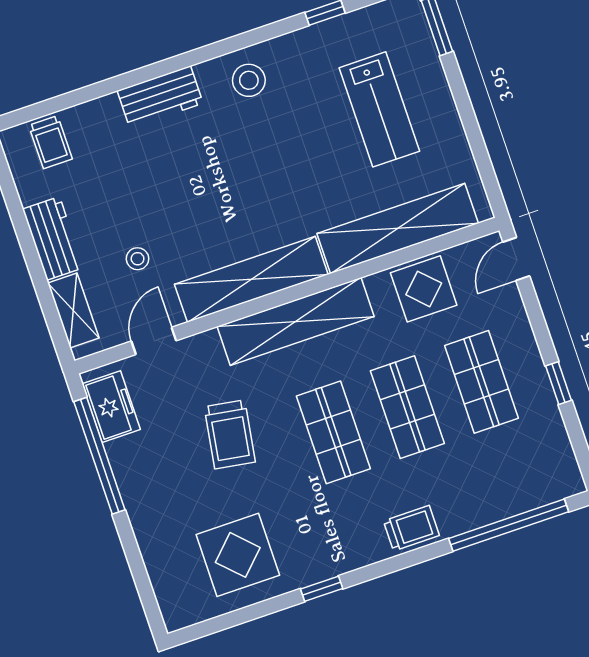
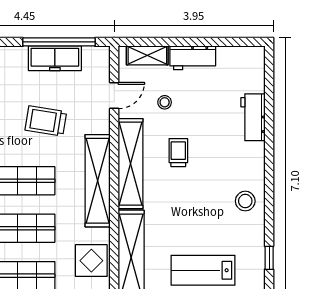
workbench: (160, 97) -> (253, 117), moved
trolley: (51, 142) -> (178, 153), moved, turned 90
door: (154, 341) -> (114, 96), hinge flipped
freezer: (111, 407) -> (55, 58), moved, width x1.40

